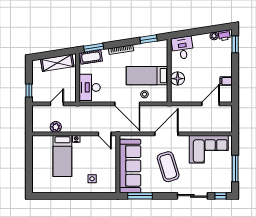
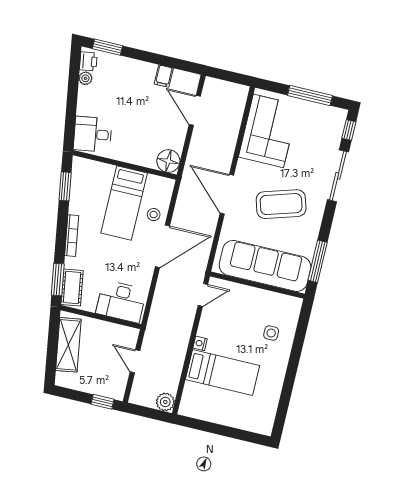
floor lamp: (178, 79) -> (168, 161), moved
plant: (56, 127) -> (165, 402), moved

